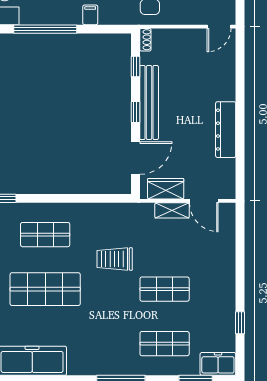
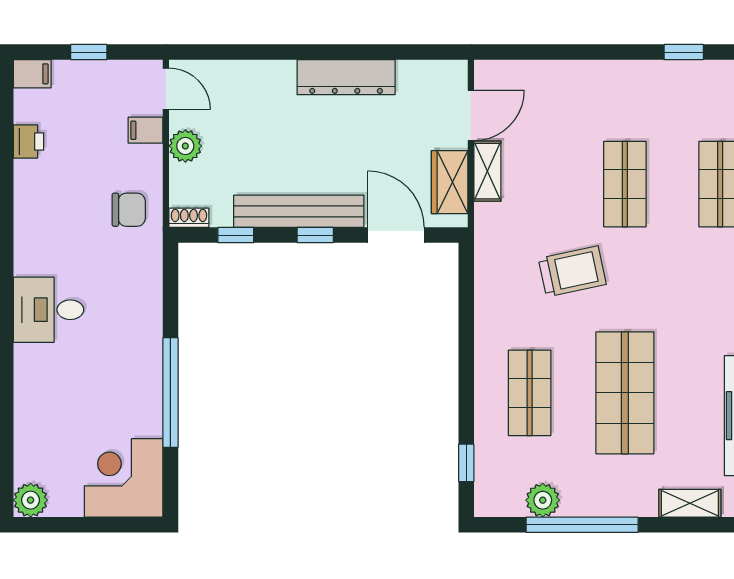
filing cabinet: (90, 15) -> (146, 130), moved
plant: (186, 38) -> (185, 146), added
trolley: (115, 259) -> (572, 271), turned -102

